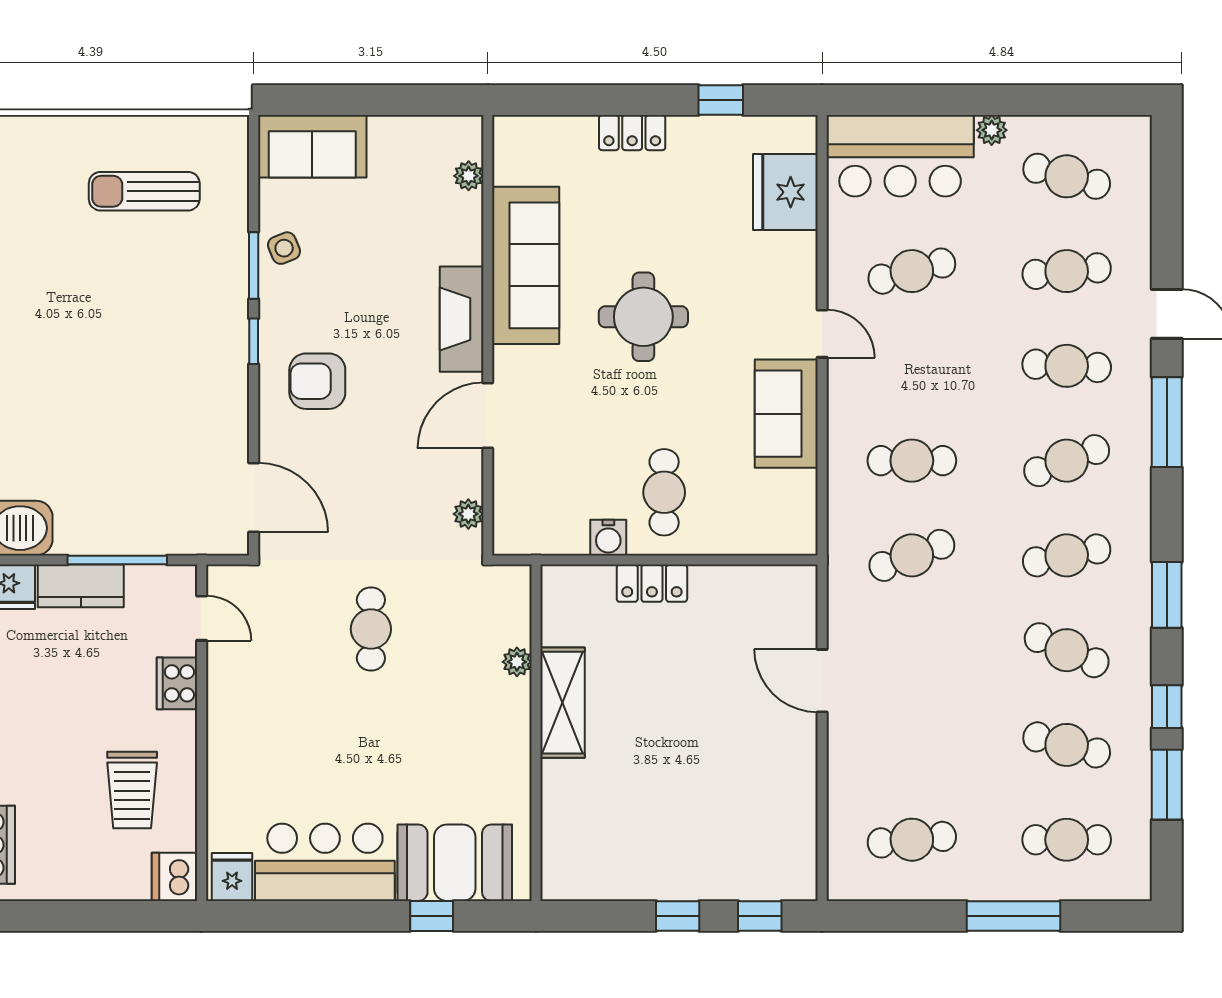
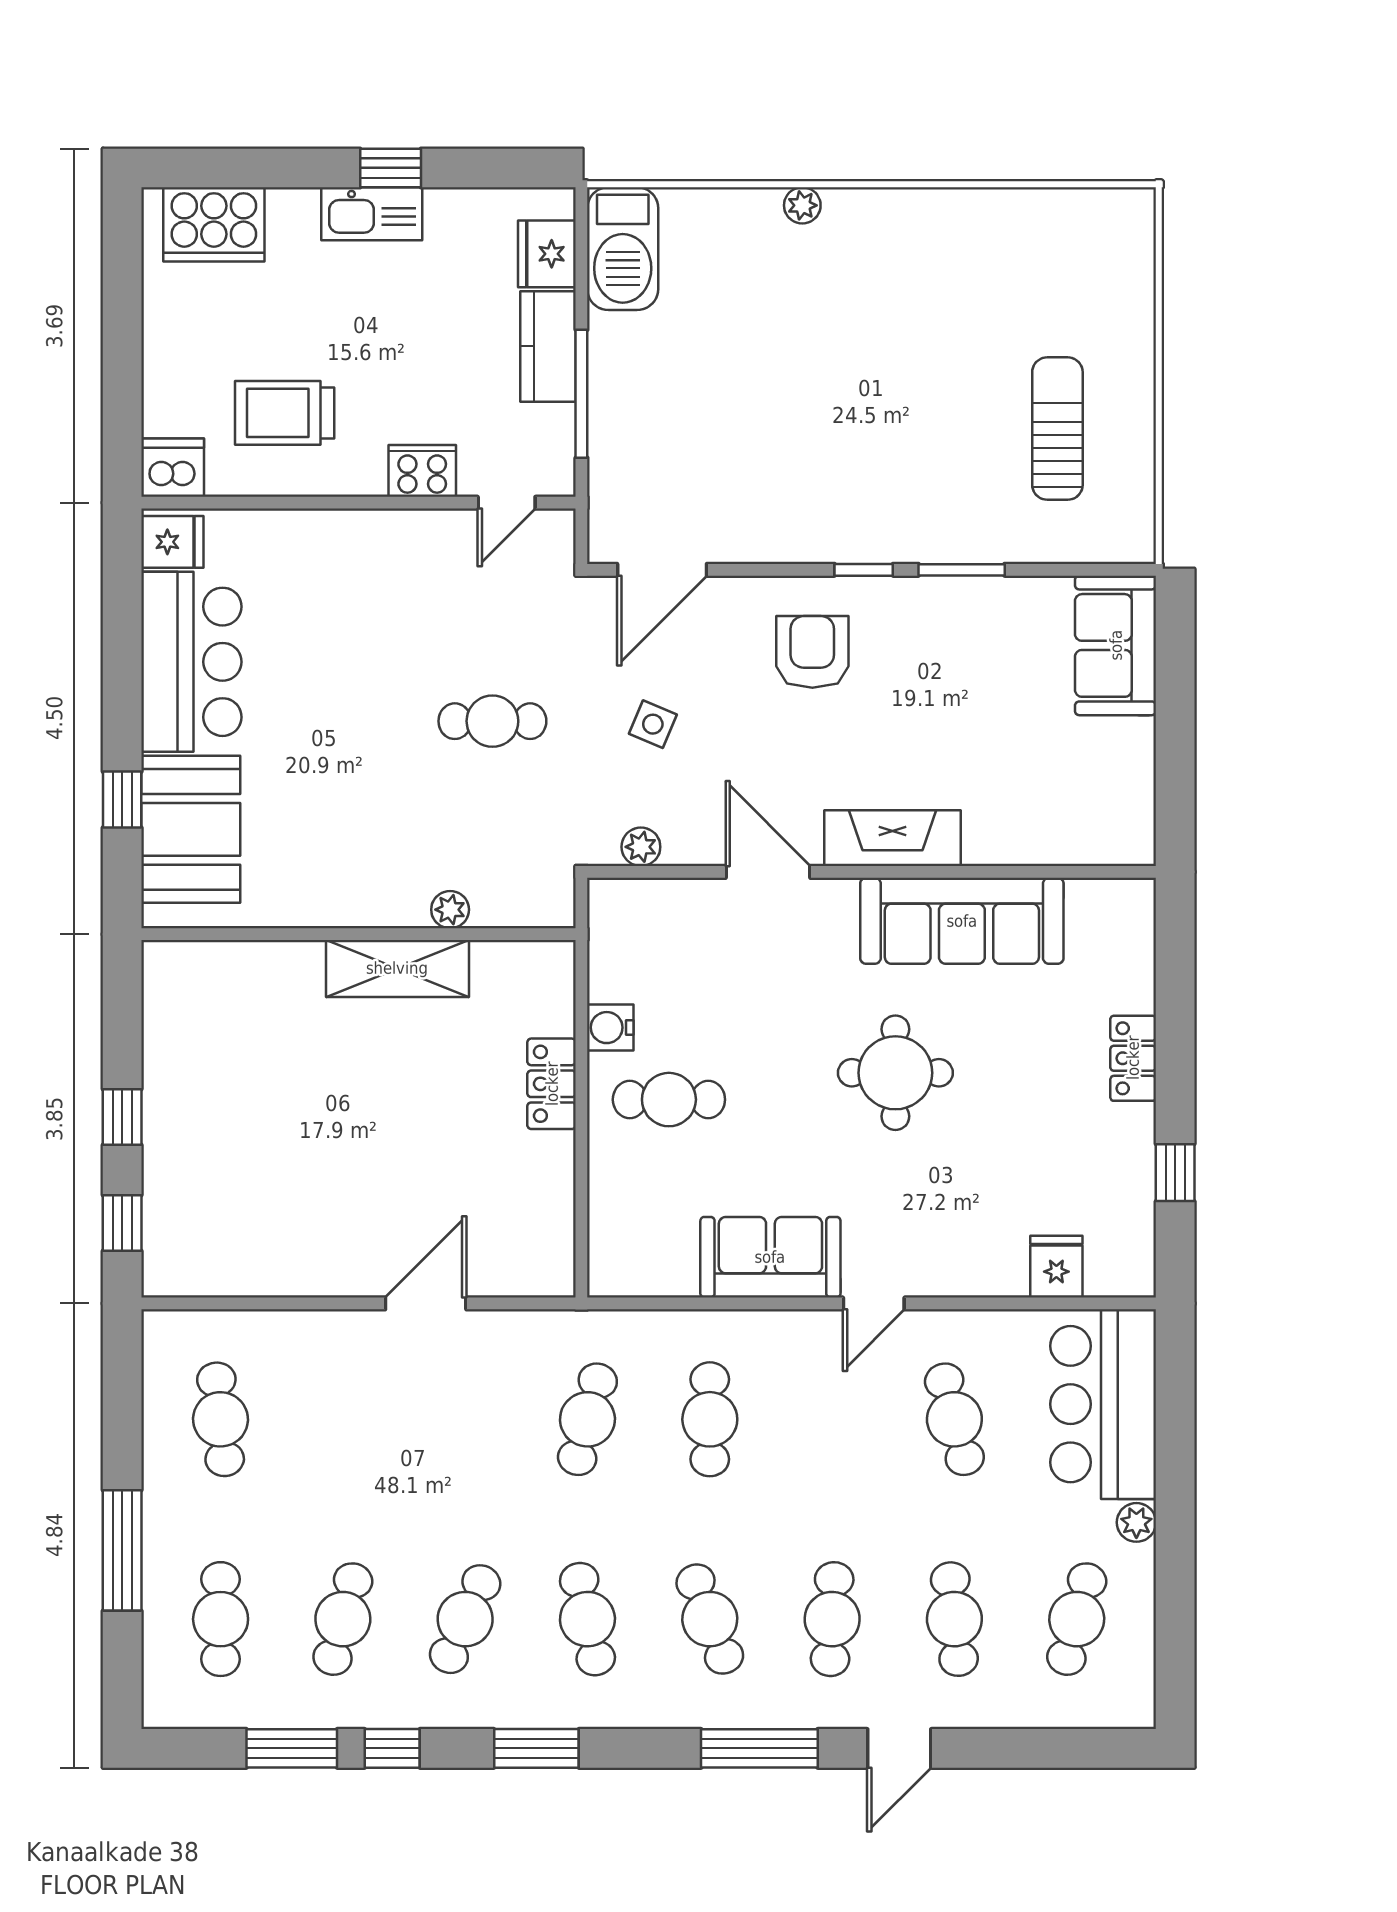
plant: (469, 176) -> (1077, 847), removed
fridge: (785, 192) -> (1056, 1267), width x0.53, depth x0.75
side table: (284, 248) -> (653, 724), moved, turned 45
cafe table: (912, 555) -> (587, 1419), turned 36

